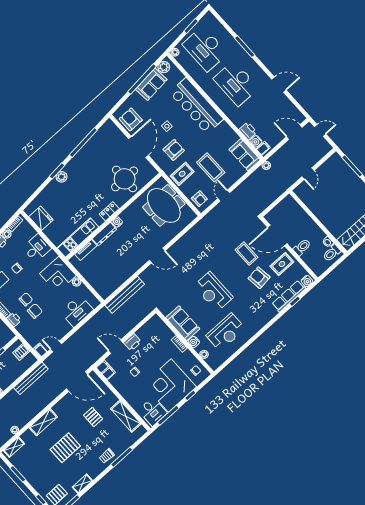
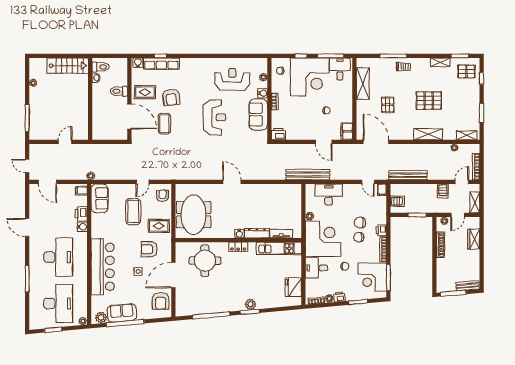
water cooler: (256, 141) -> (82, 227), moved
corner desk: (58, 275) -> (323, 239), width x1.36, depth x1.36
bench: (125, 295) -> (308, 175), moved
printer: (132, 342) -> (279, 134), moved

